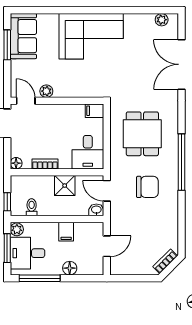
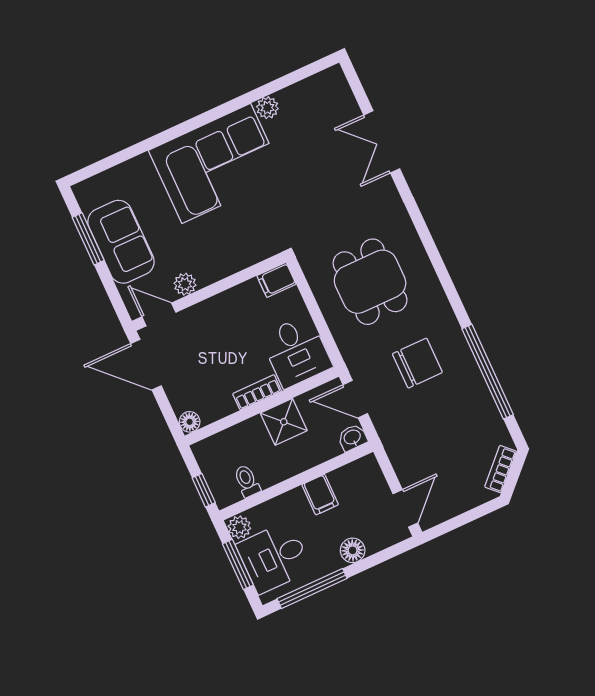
plant: (162, 20) -> (267, 108), moved
sofa: (23, 36) -> (121, 242), moved
double door: (182, 64) -> (382, 142), width x0.73
window: (182, 162) -> (488, 372), moved
bookcase: (45, 164) -> (257, 392), moved
door: (107, 246) -> (405, 508), moved

